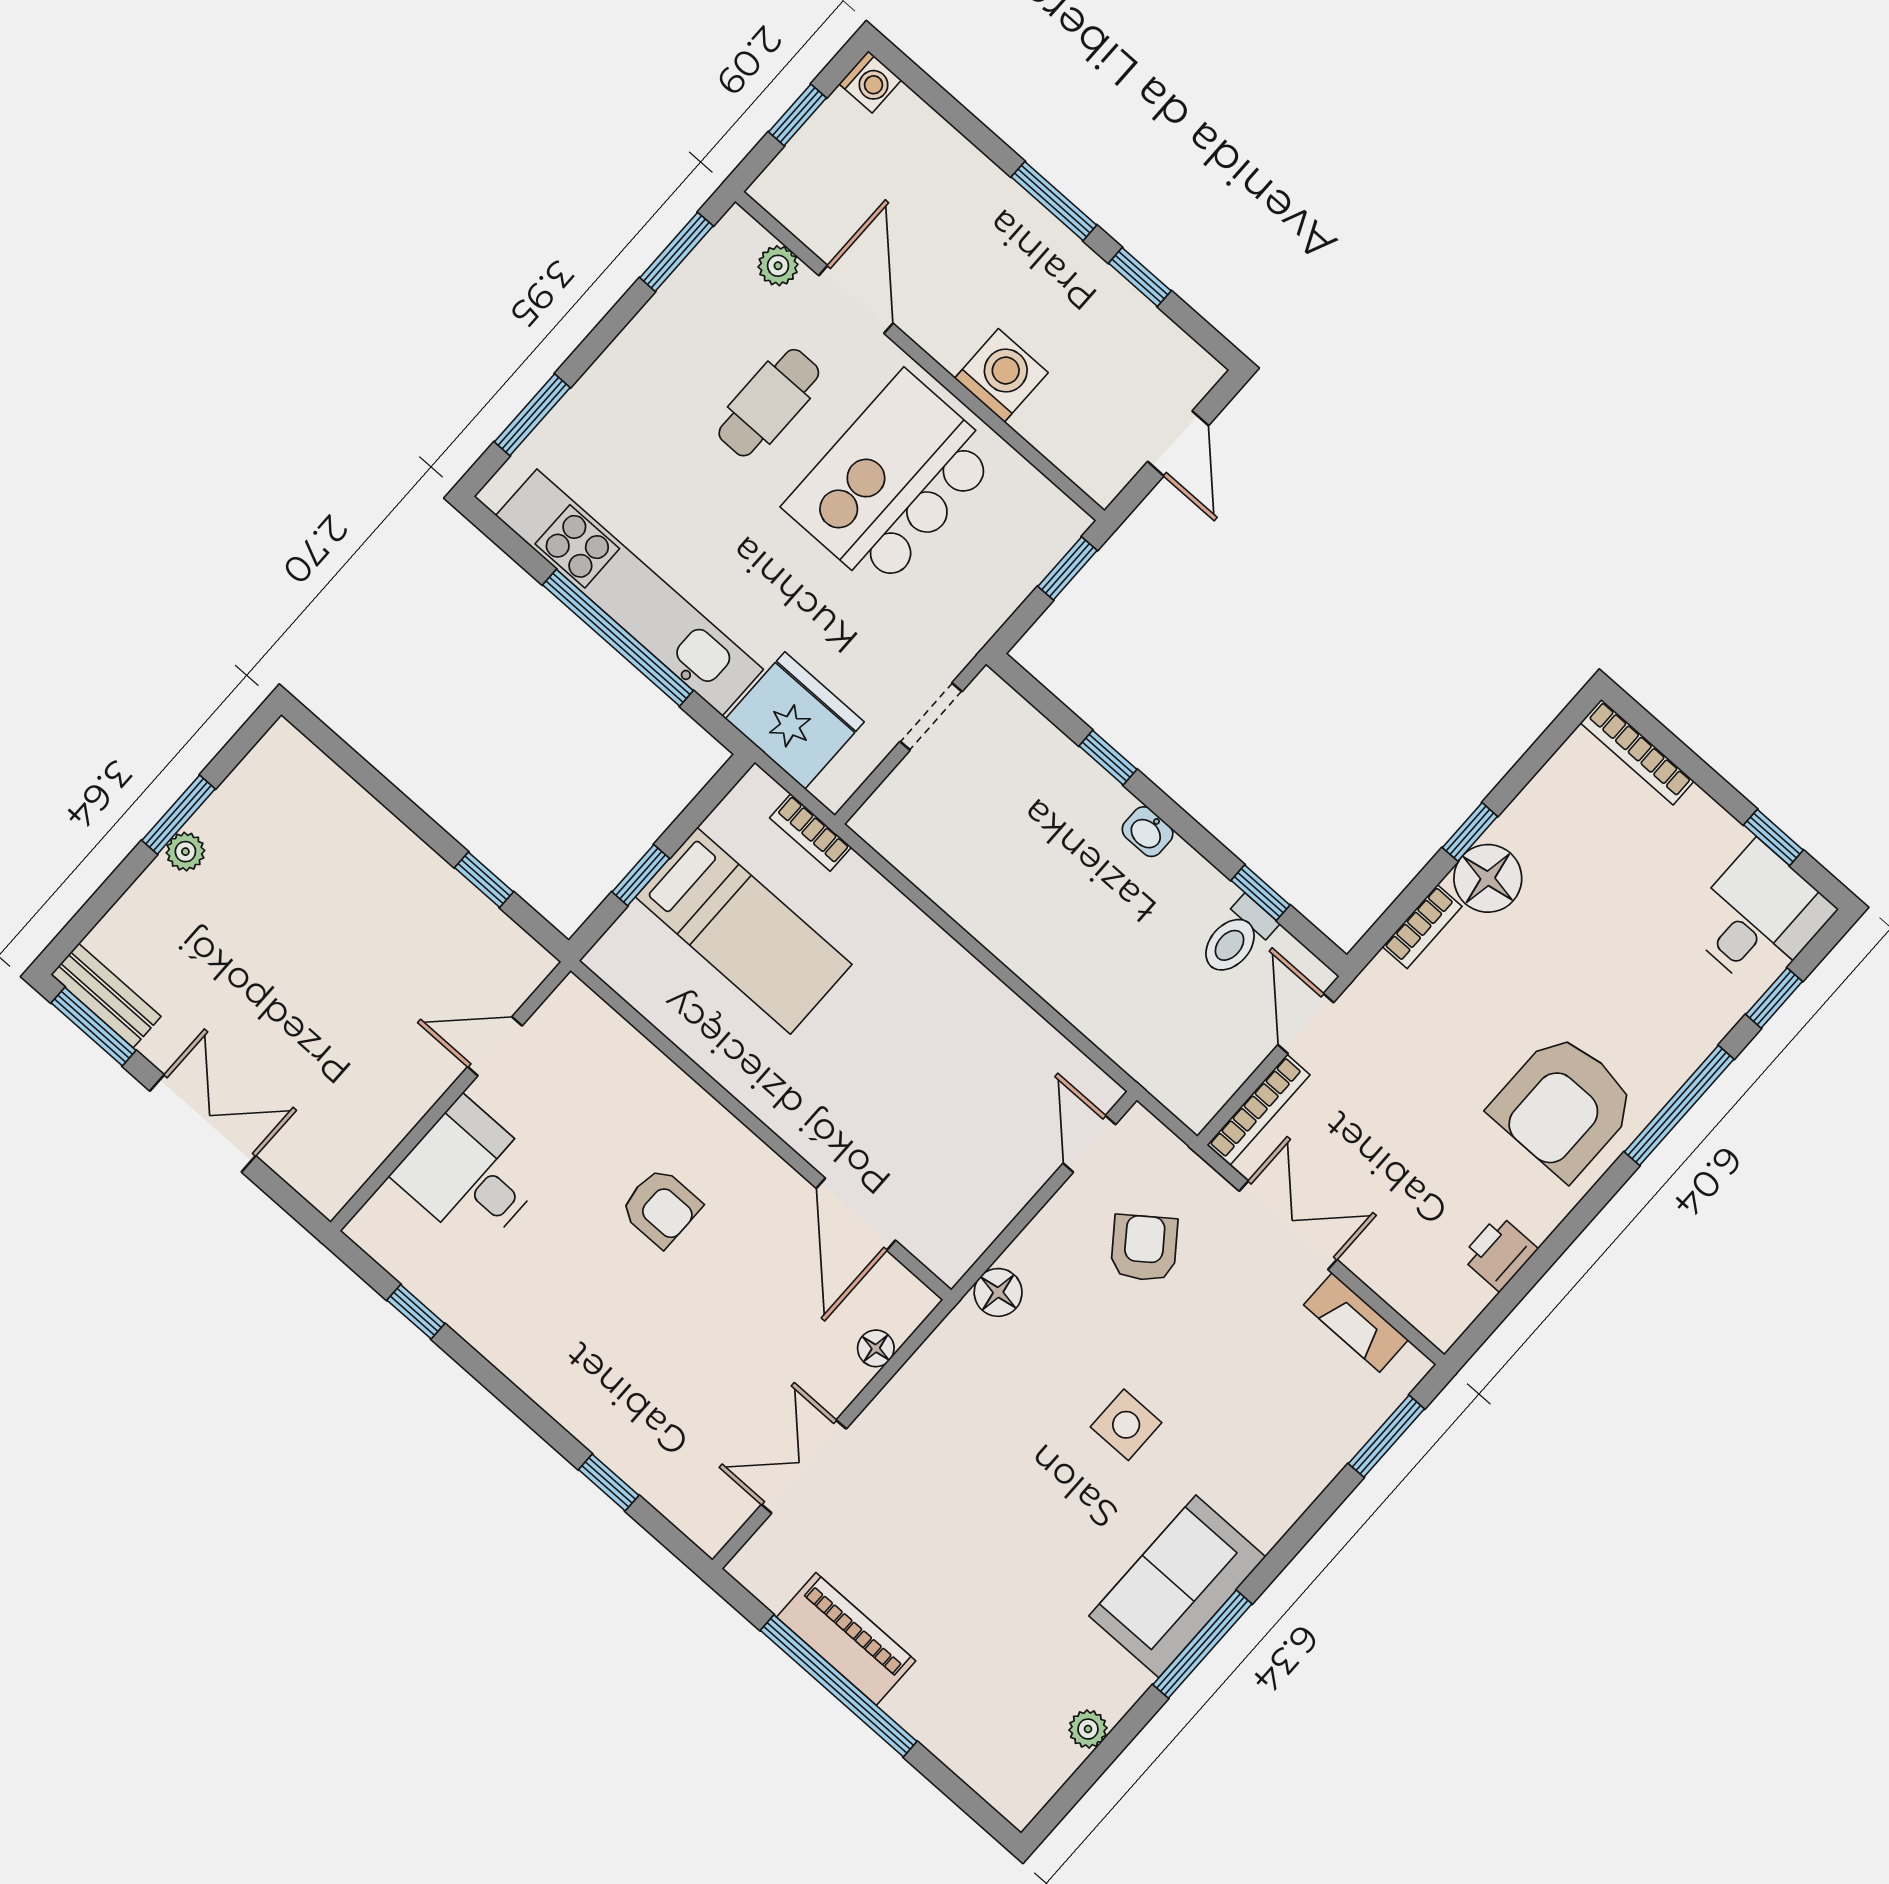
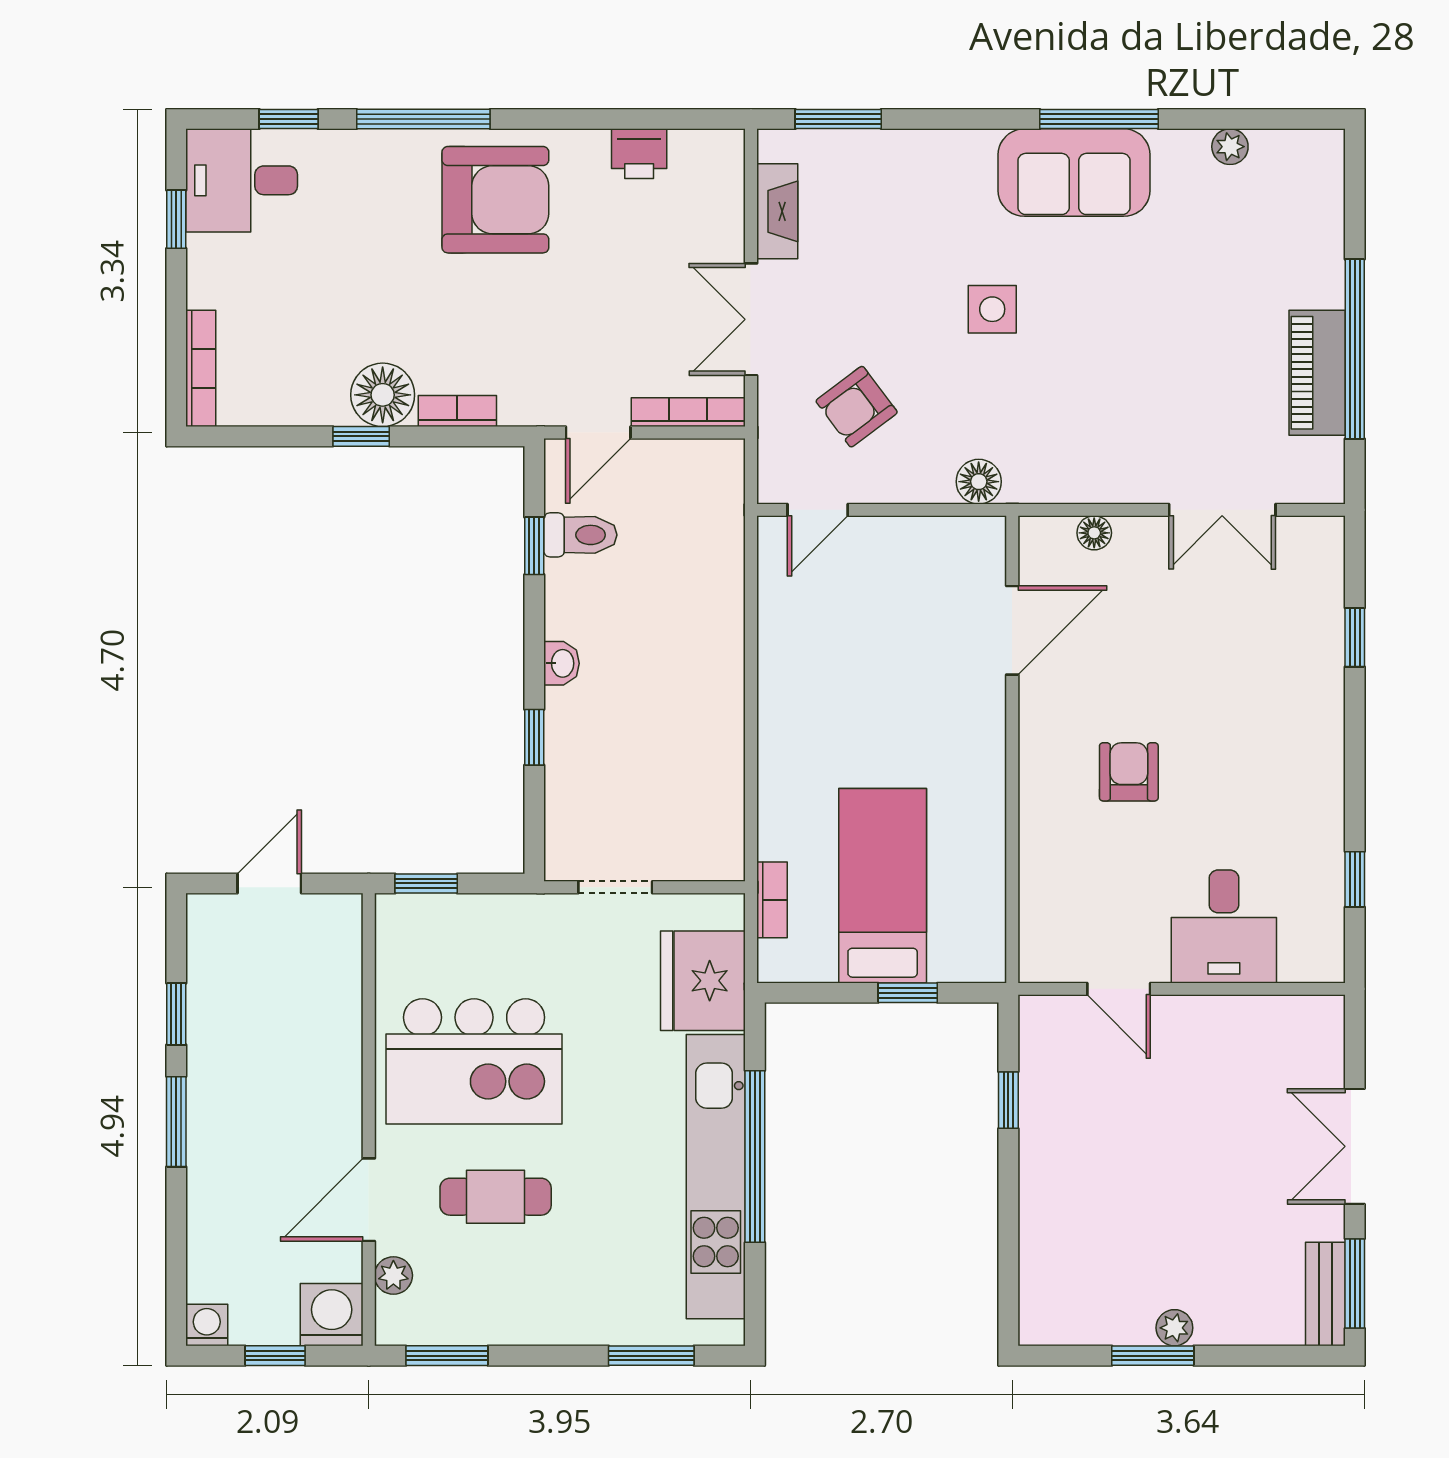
washing machine: (1001, 375) -> (332, 1315), moved, turned 90

